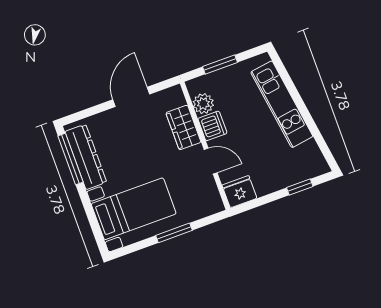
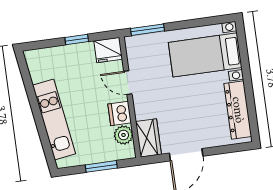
wardrobe: (183, 127) -> (148, 138), moved
window: (71, 159) -> (252, 111), removed
window: (300, 187) -> (77, 40), moved
window: (174, 233) -> (148, 30), moved

